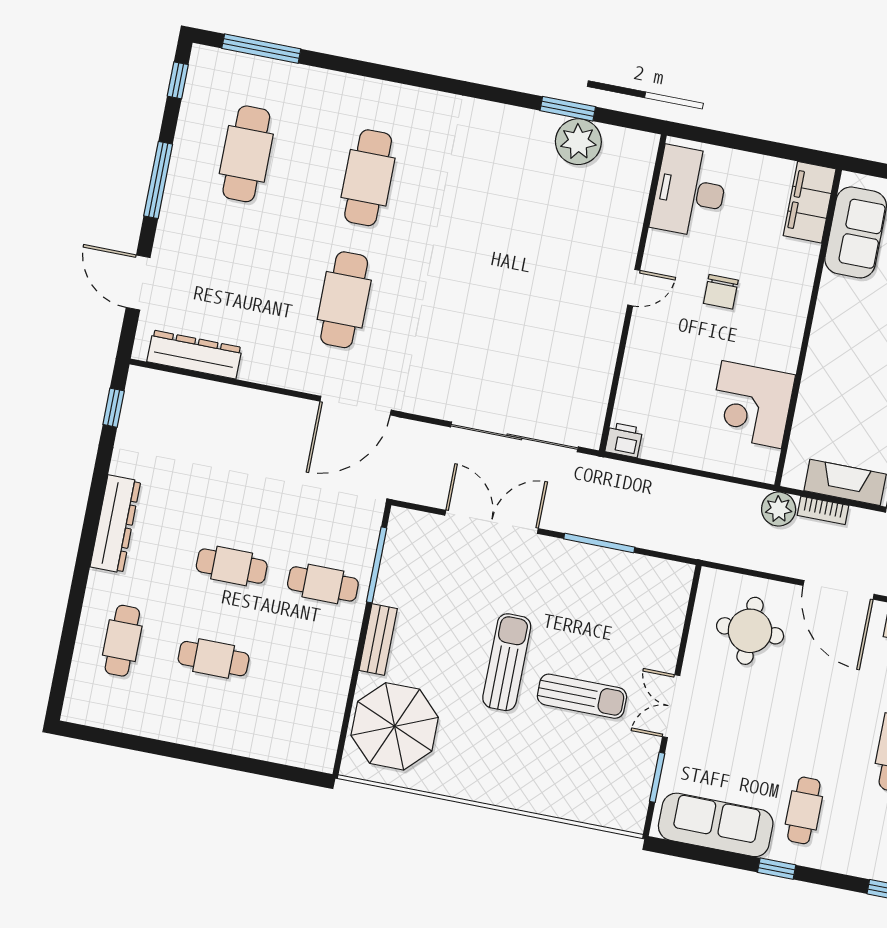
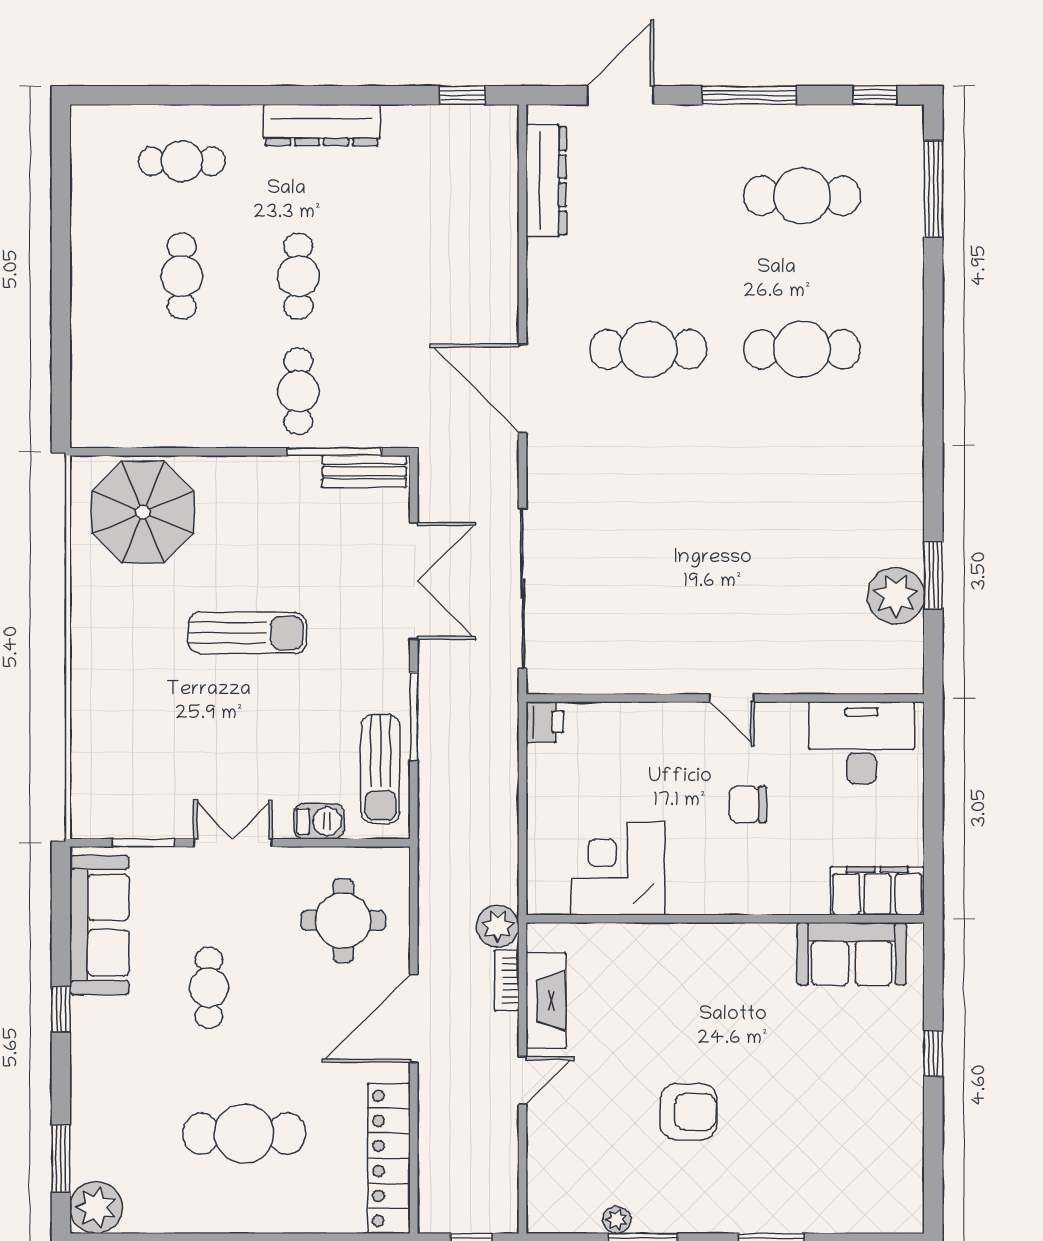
barbecue: (667, 635) -> (319, 821), added
bench: (378, 639) -> (364, 471), moved
sun lounger: (582, 696) -> (381, 769), moved
cafe table: (804, 810) -> (209, 988), moved, turned 90

